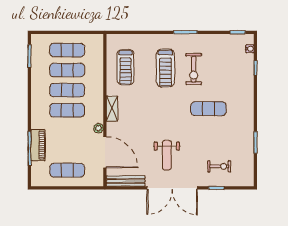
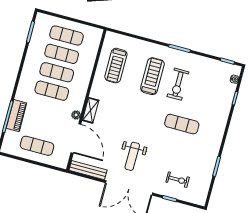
treadmill: (166, 68) -> (152, 76), turned 180
shelving: (112, 109) -> (91, 110), moved

